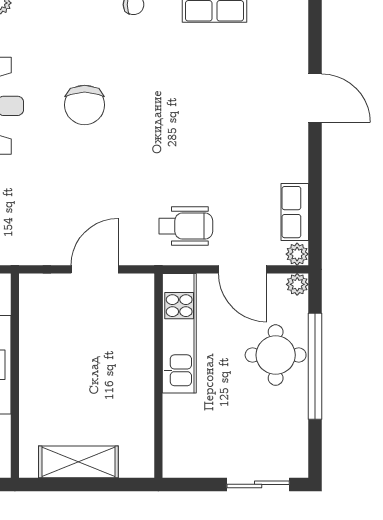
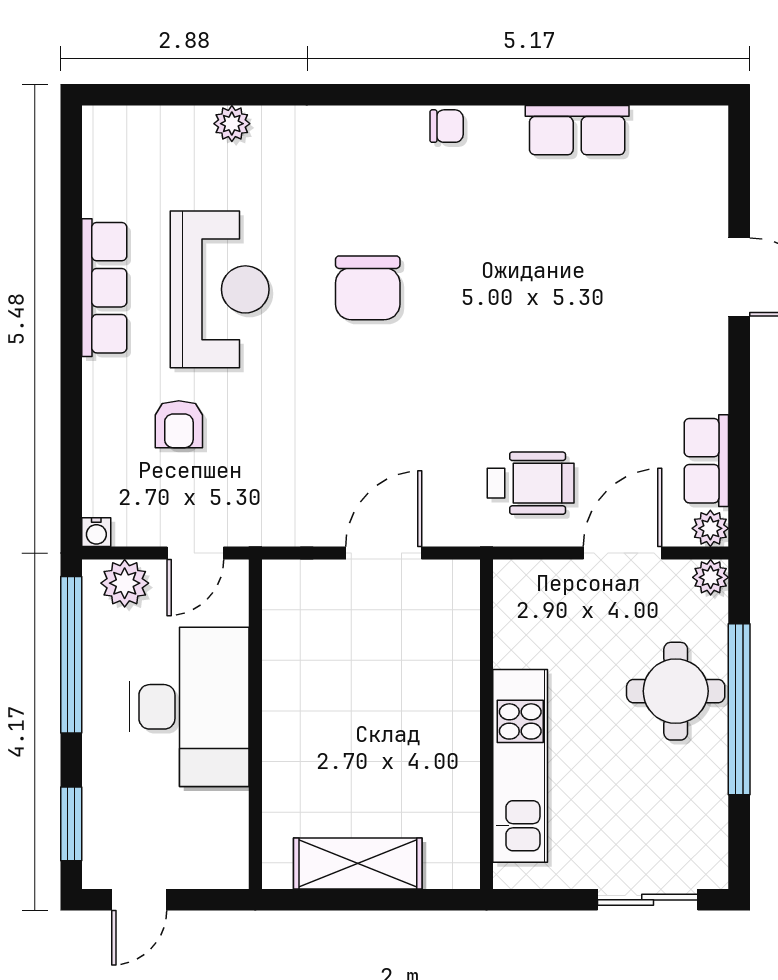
door: (243, 269) -> (622, 553), swing flipped
kitchen unit: (179, 333) -> (520, 766), moved

